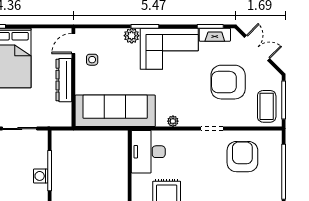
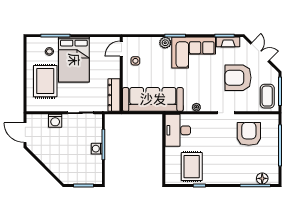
dresser: (64, 80) -> (114, 95), moved

